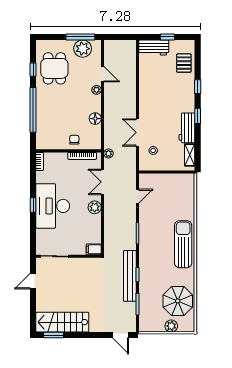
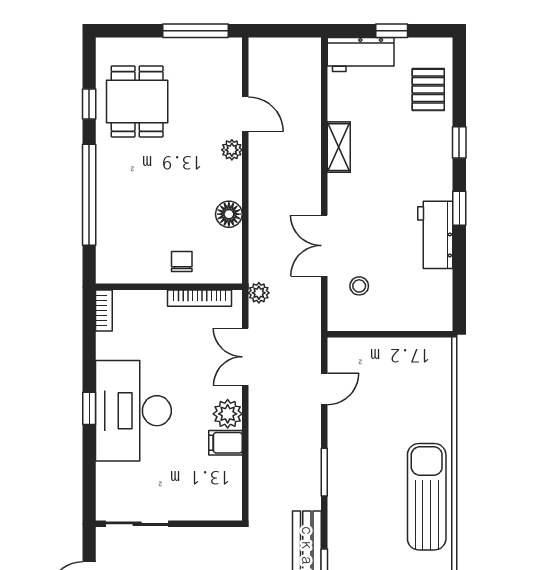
plant: (83, 49) -> (201, 57), removed
shelving: (190, 155) -> (339, 147), moved
filing cabinet: (94, 249) -> (225, 443), moved

